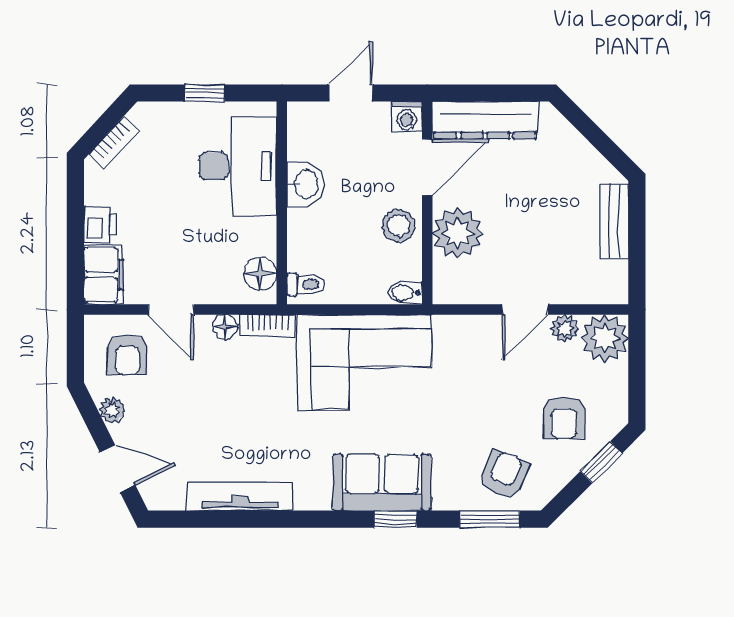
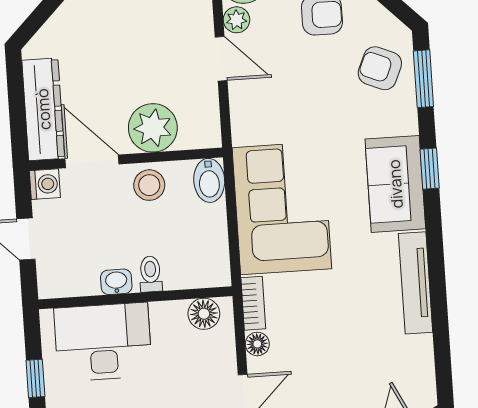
washbasin: (306, 184) -> (116, 282), width x0.72, depth x0.69
toilet: (305, 284) -> (150, 274), moved
bidet: (405, 293) -> (209, 180), width x1.38, depth x1.36
tv unit: (240, 496) -> (416, 283), moved

